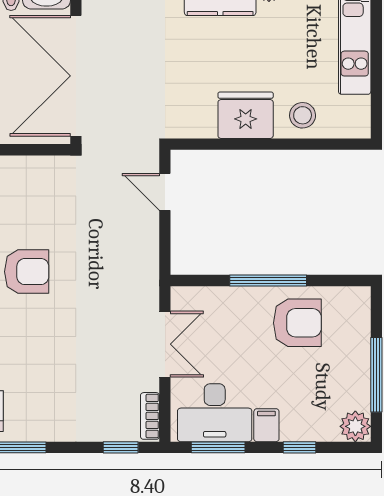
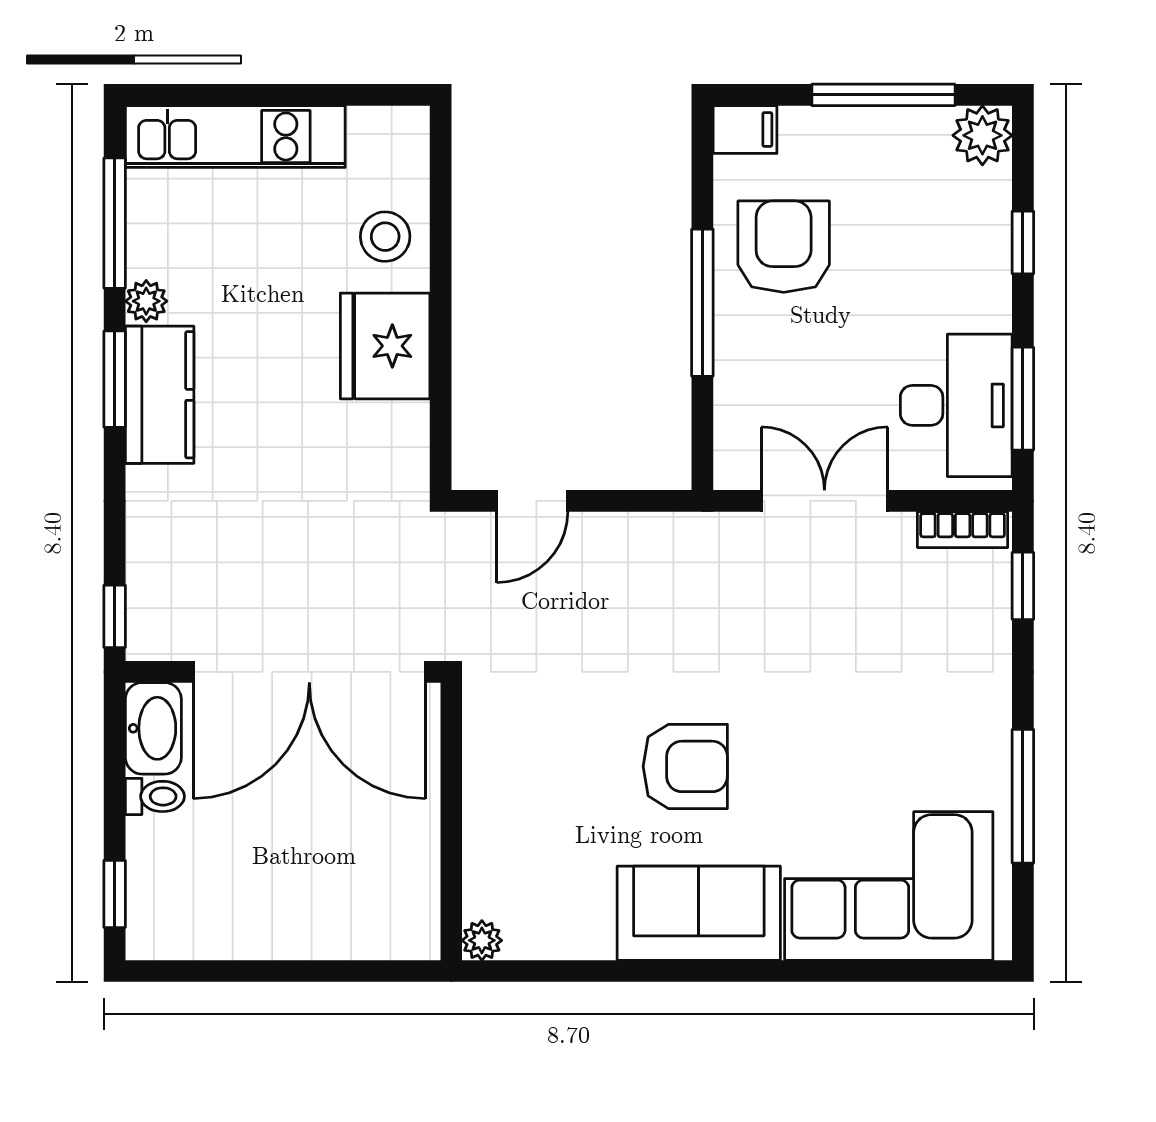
armchair: (27, 272) -> (685, 766), turned 90
filing cabinet: (266, 425) -> (745, 129), moved, turned 180

